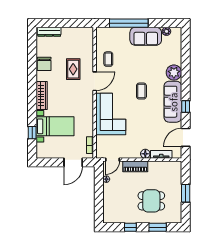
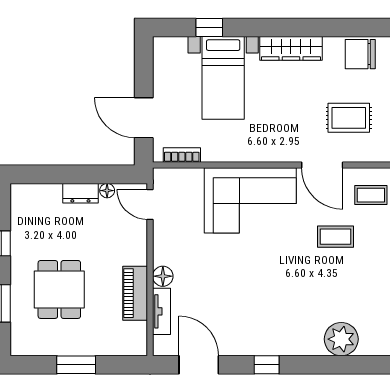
coffee table: (141, 91) -> (336, 237), moved
sofa: (173, 102) -> (277, 337), removed
piano: (135, 166) -> (135, 293), moved
dresser: (107, 191) -> (80, 193), added

